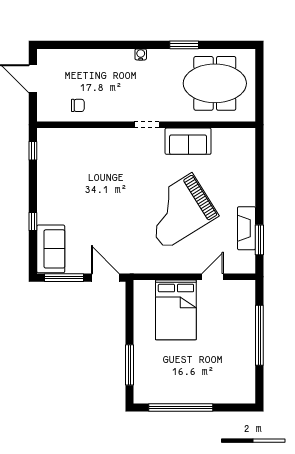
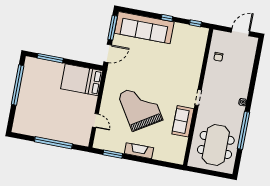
window: (184, 45) -> (244, 130), width x2.11
window: (33, 221) -> (167, 18), moved
fireplace: (246, 228) -> (139, 151), moved
sofa: (51, 249) -> (144, 28), width x1.85, depth x1.27
bed: (176, 310) -> (82, 80), moved

